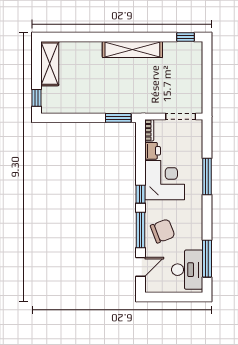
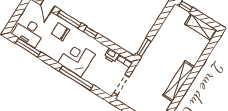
window: (207, 177) -> (76, 78), width x1.46
corner desk: (165, 180) -> (77, 58), moved, turned 180
chair: (163, 231) -> (61, 32), turned 111

